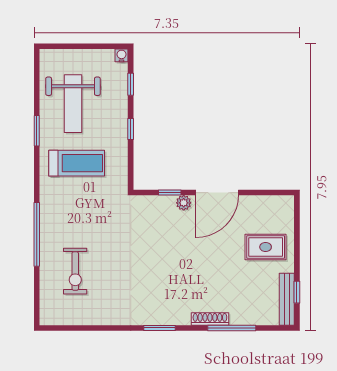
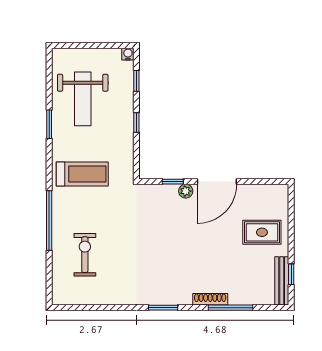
treadmill: (77, 163) -> (82, 174), moved
exercise bike: (75, 271) -> (85, 255), turned 180

